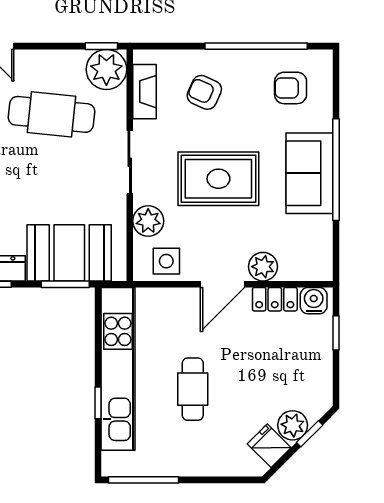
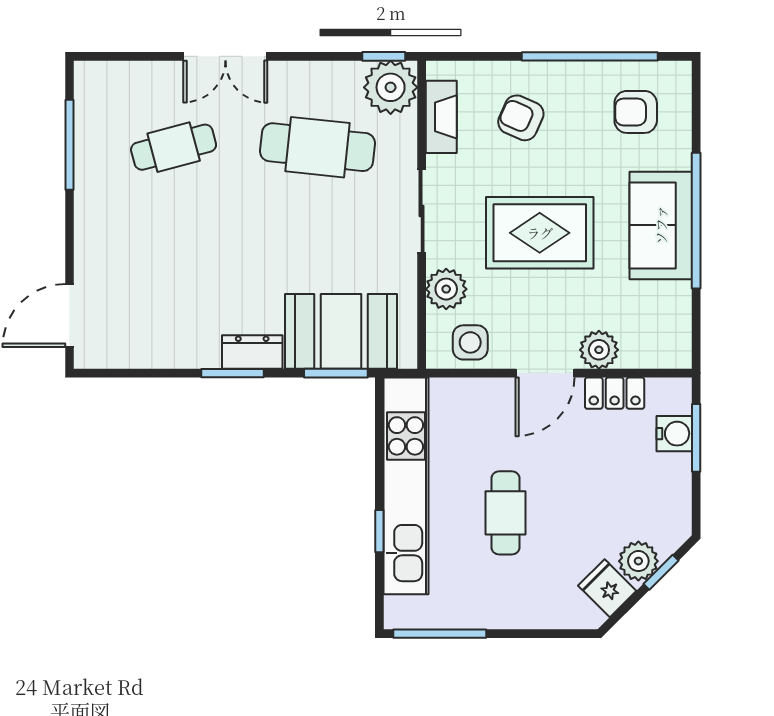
water cooler: (314, 301) -> (674, 434), moved, turned 90
window: (336, 333) -> (696, 438), width x1.50

